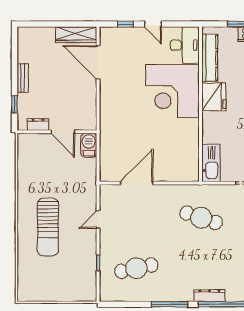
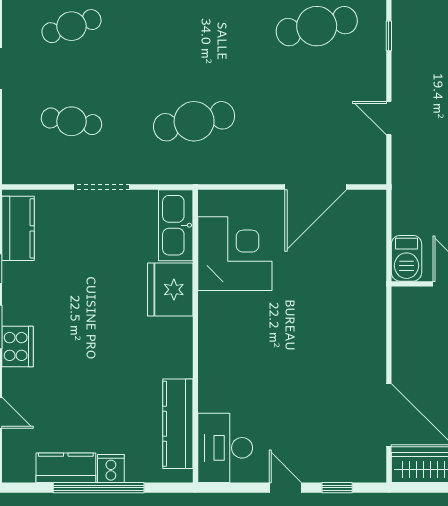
corner desk: (172, 91) -> (235, 254), moved, width x0.74, depth x0.74
fridge: (214, 97) -> (170, 290), moved
cafe table: (201, 218) -> (194, 121), turned -30
door: (98, 220) -> (389, 118), swing flipped

